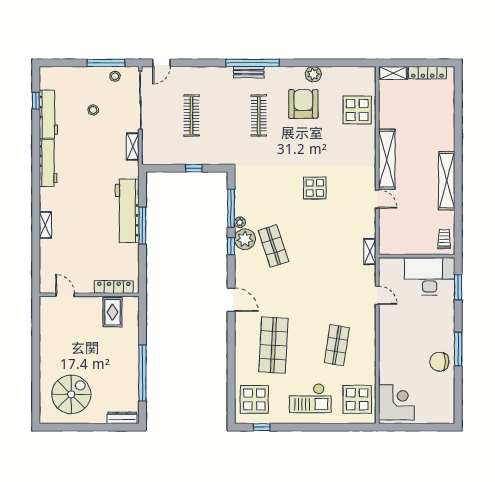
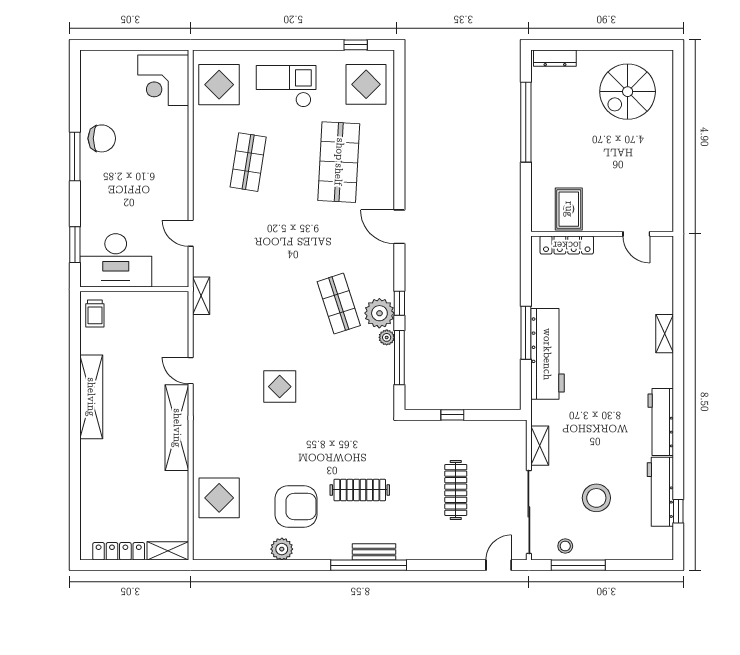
armchair: (303, 104) -> (296, 507), turned -90
stool: (93, 110) -> (596, 498), width x1.89, depth x1.89
clothes rail: (259, 116) -> (360, 490), turned 90

